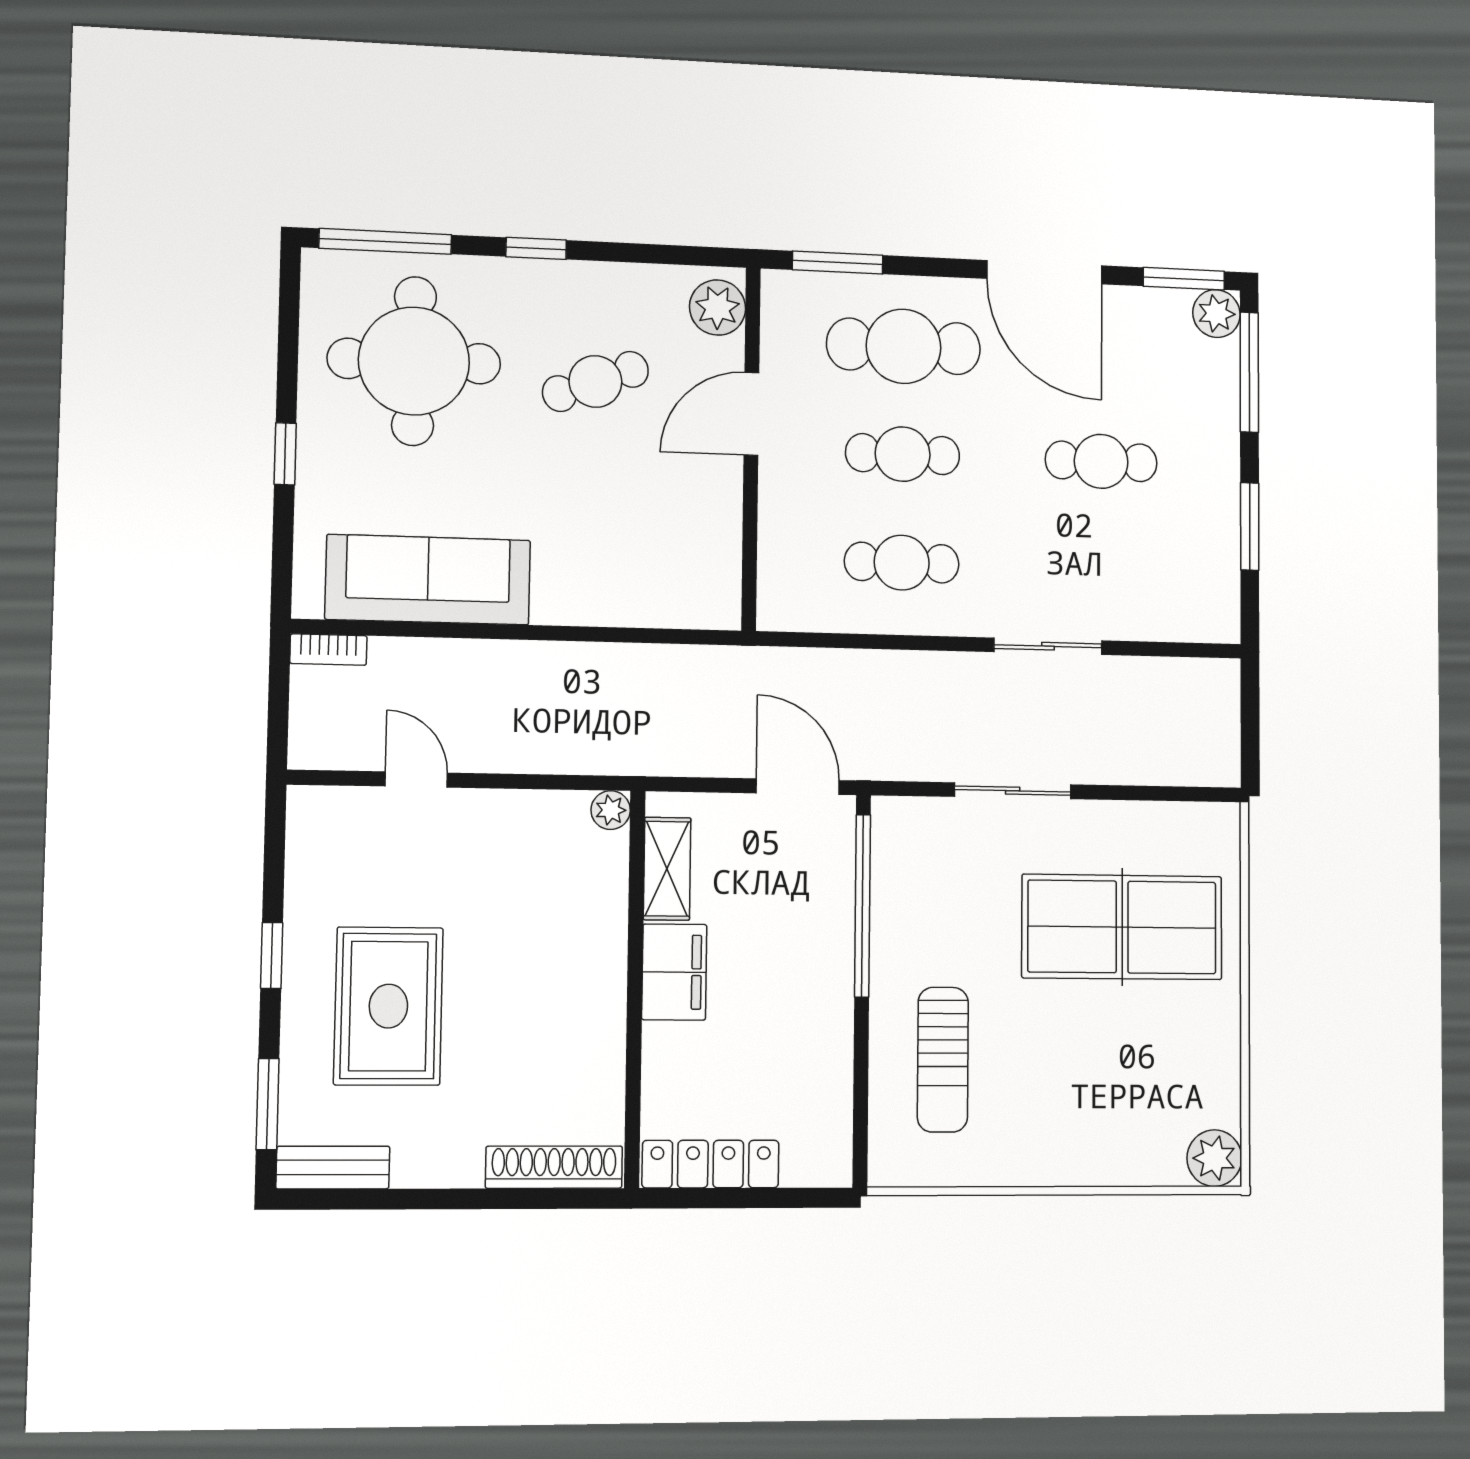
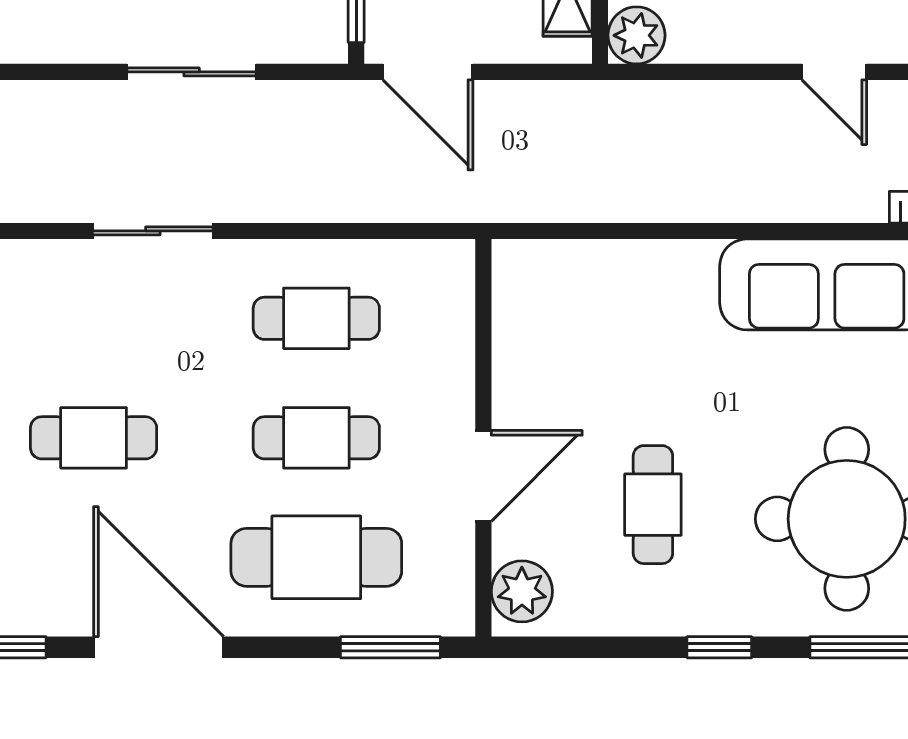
cafe table: (595, 381) -> (653, 505), turned -69
plant: (611, 810) -> (637, 35), width x1.38, depth x1.38

